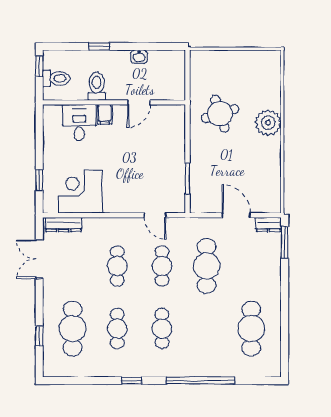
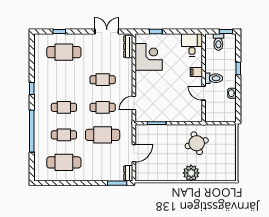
toilet: (97, 86) -> (214, 78), moved
desk: (79, 123) -> (192, 45), moved, turned -90
cafe table: (117, 329) -> (64, 135), moved

